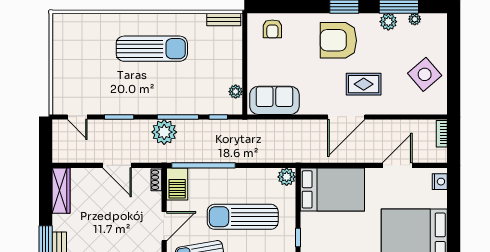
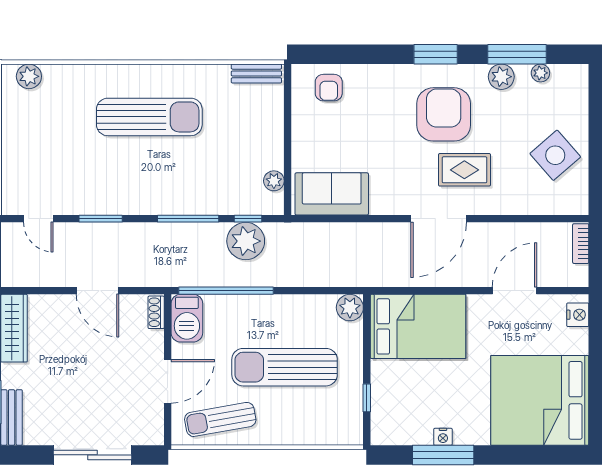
plant: (71, 21) -> (29, 76), added
armchair: (338, 40) -> (444, 114), moved, turned 90
plant: (164, 132) -> (246, 241), moved

